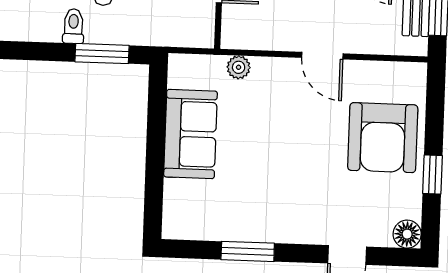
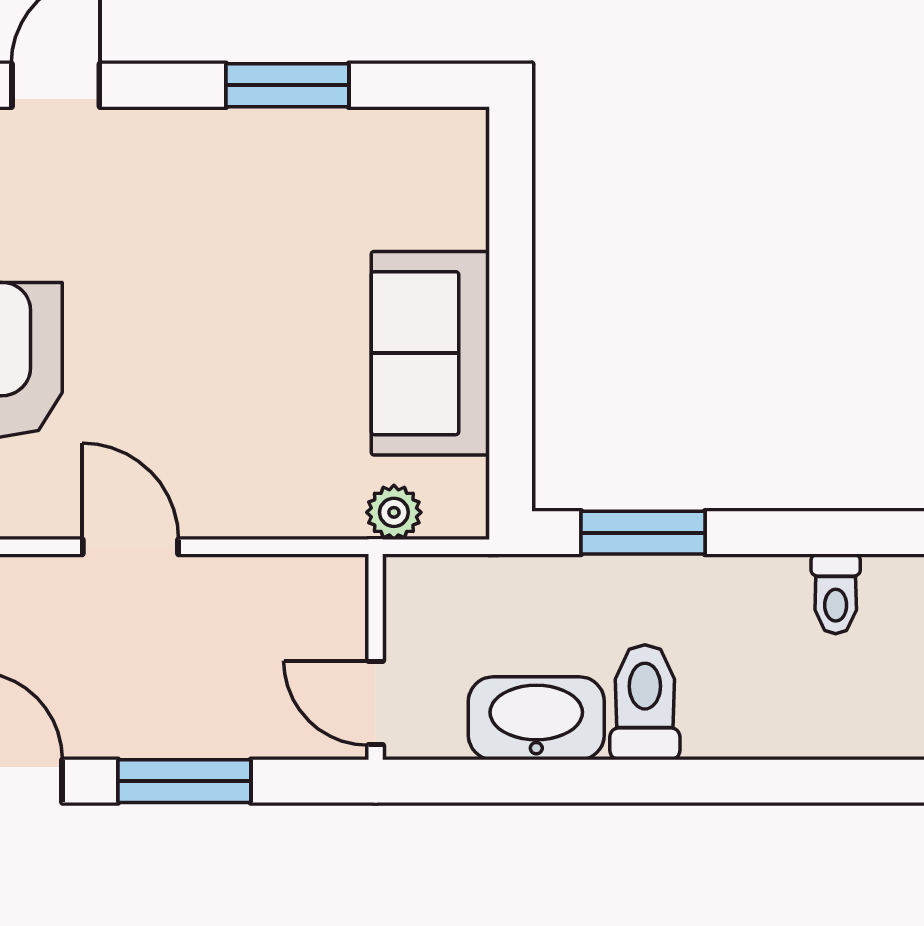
toilet: (73, 26) -> (836, 594), moved
plant: (239, 67) -> (394, 512), moved

